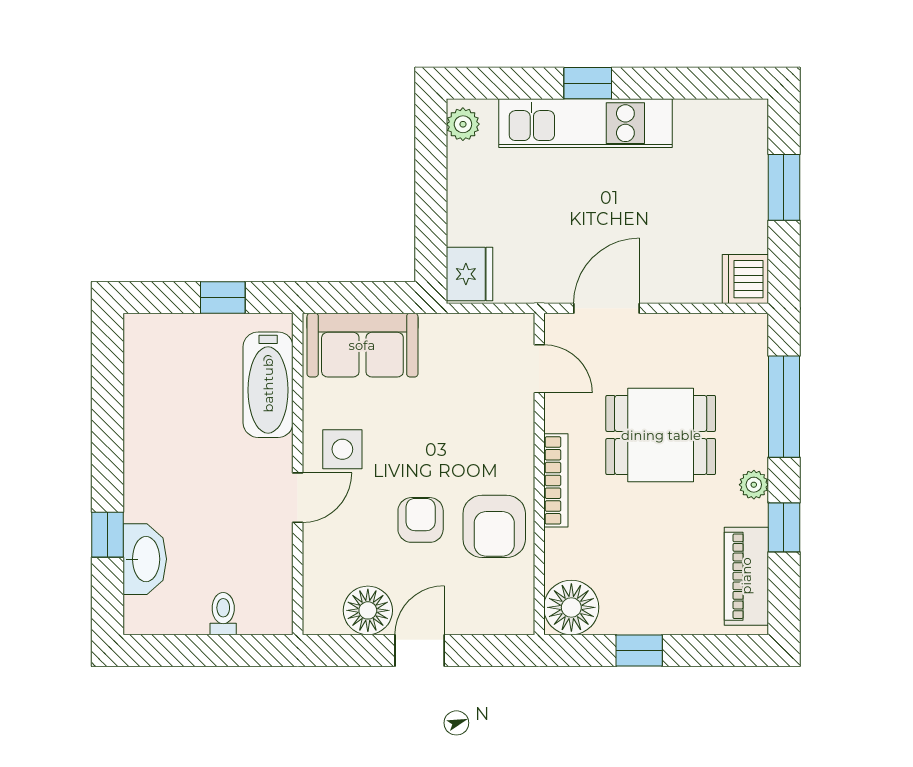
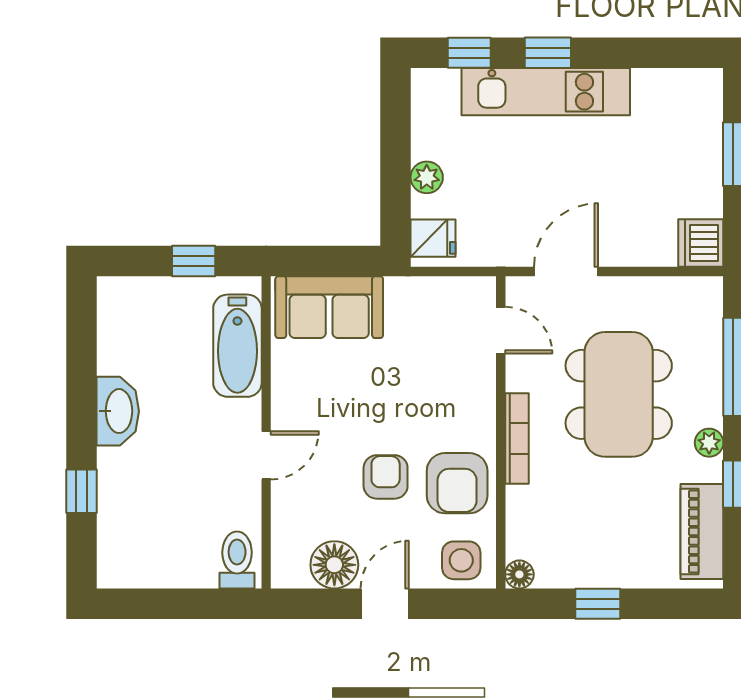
window: (507, 83) -> (469, 53), added
plant: (463, 124) -> (427, 177), moved
fridge: (470, 274) -> (433, 238), width x0.72
dining table: (661, 435) -> (619, 394), width x1.37
side table: (342, 449) -> (461, 560), moved
washbasin: (145, 559) -> (118, 411), moved
floor lamp: (571, 607) -> (519, 574), width x0.53, depth x0.53
toilet: (223, 614) -> (237, 560), moved, width x1.37, depth x1.39

